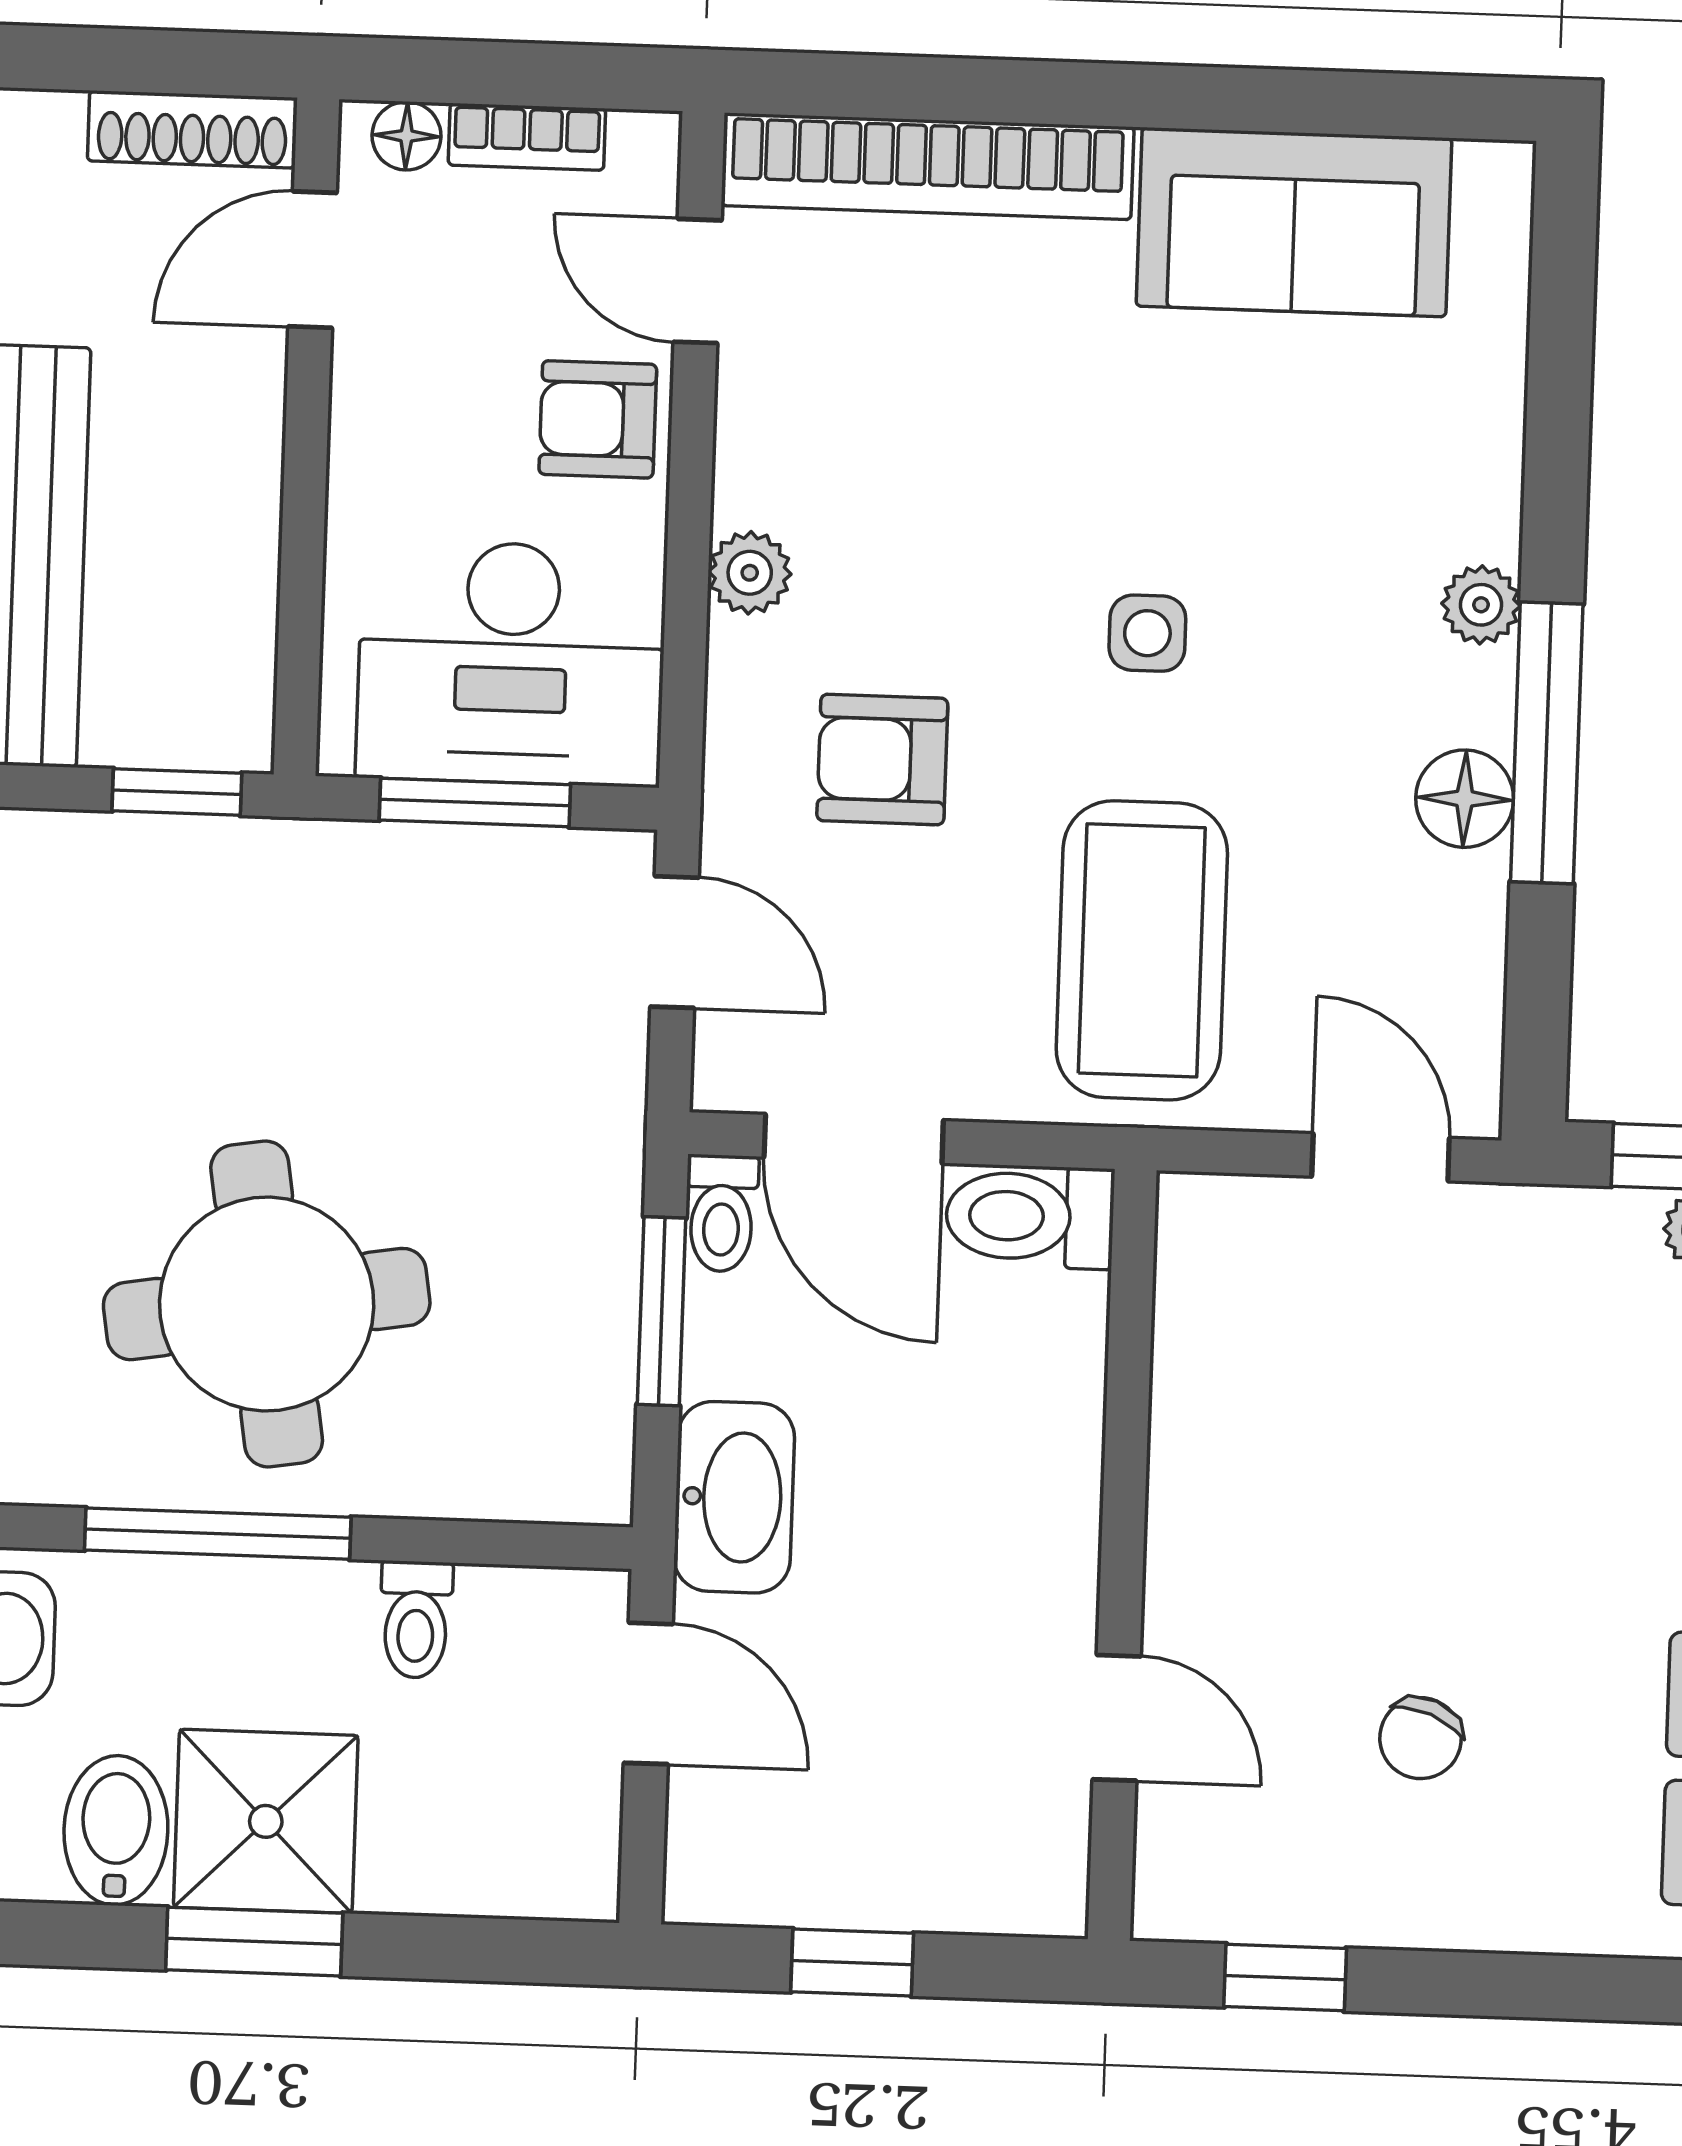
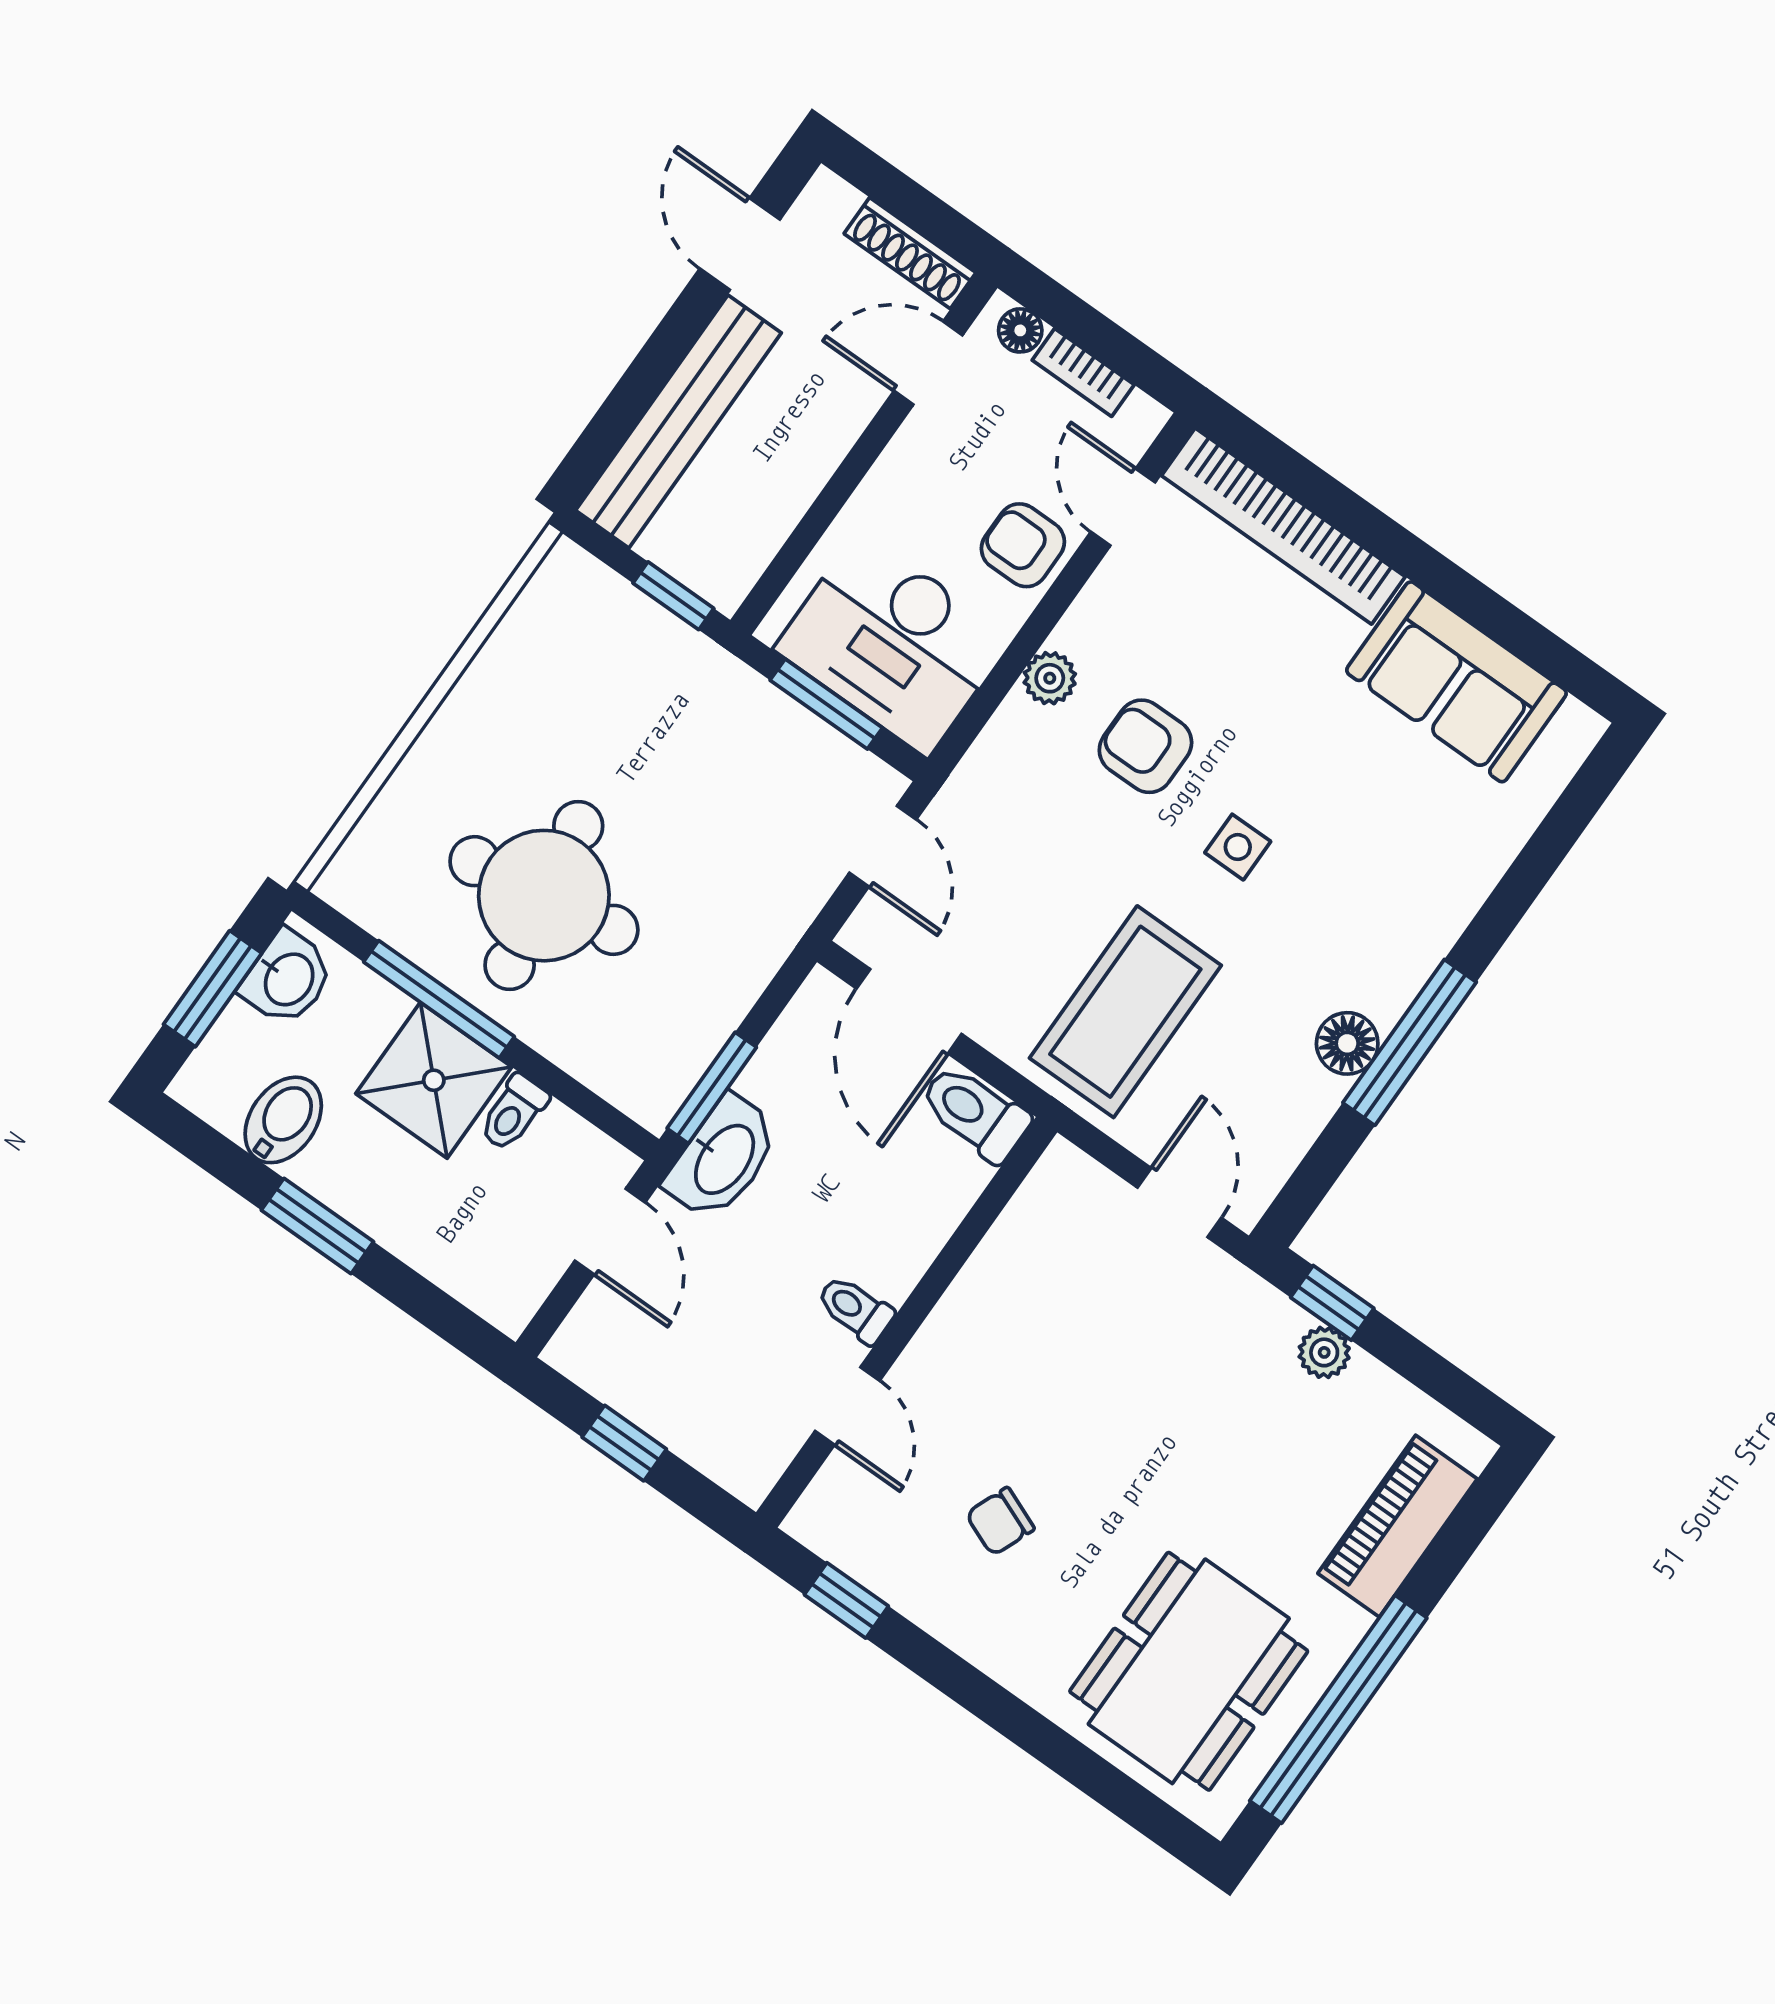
plant: (1481, 605) -> (1423, 947), removed
armchair: (882, 760) -> (1145, 746), moved
toilet: (722, 1213) -> (855, 1309), moved, turned 90
window: (662, 1311) -> (712, 1088), moved
shower: (266, 1821) -> (434, 1080), moved

